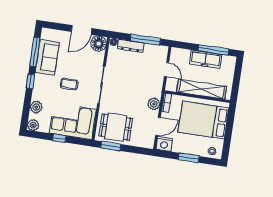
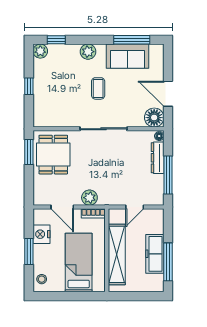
window: (31, 81) -> (56, 40), moved
plant: (36, 107) -> (88, 52), moved
bed: (203, 120) -> (79, 262), width x0.67
corner sofa: (73, 121) -> (52, 100), removed
nightstand: (164, 144) -> (41, 234), moved

